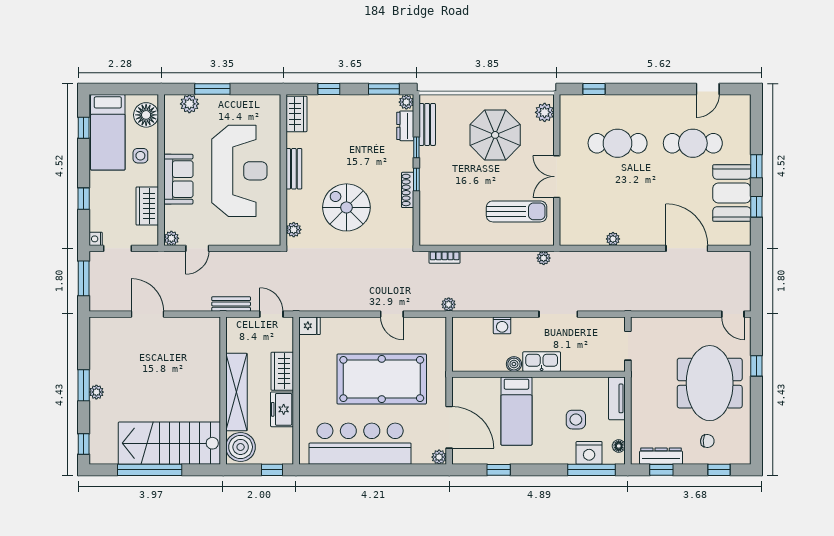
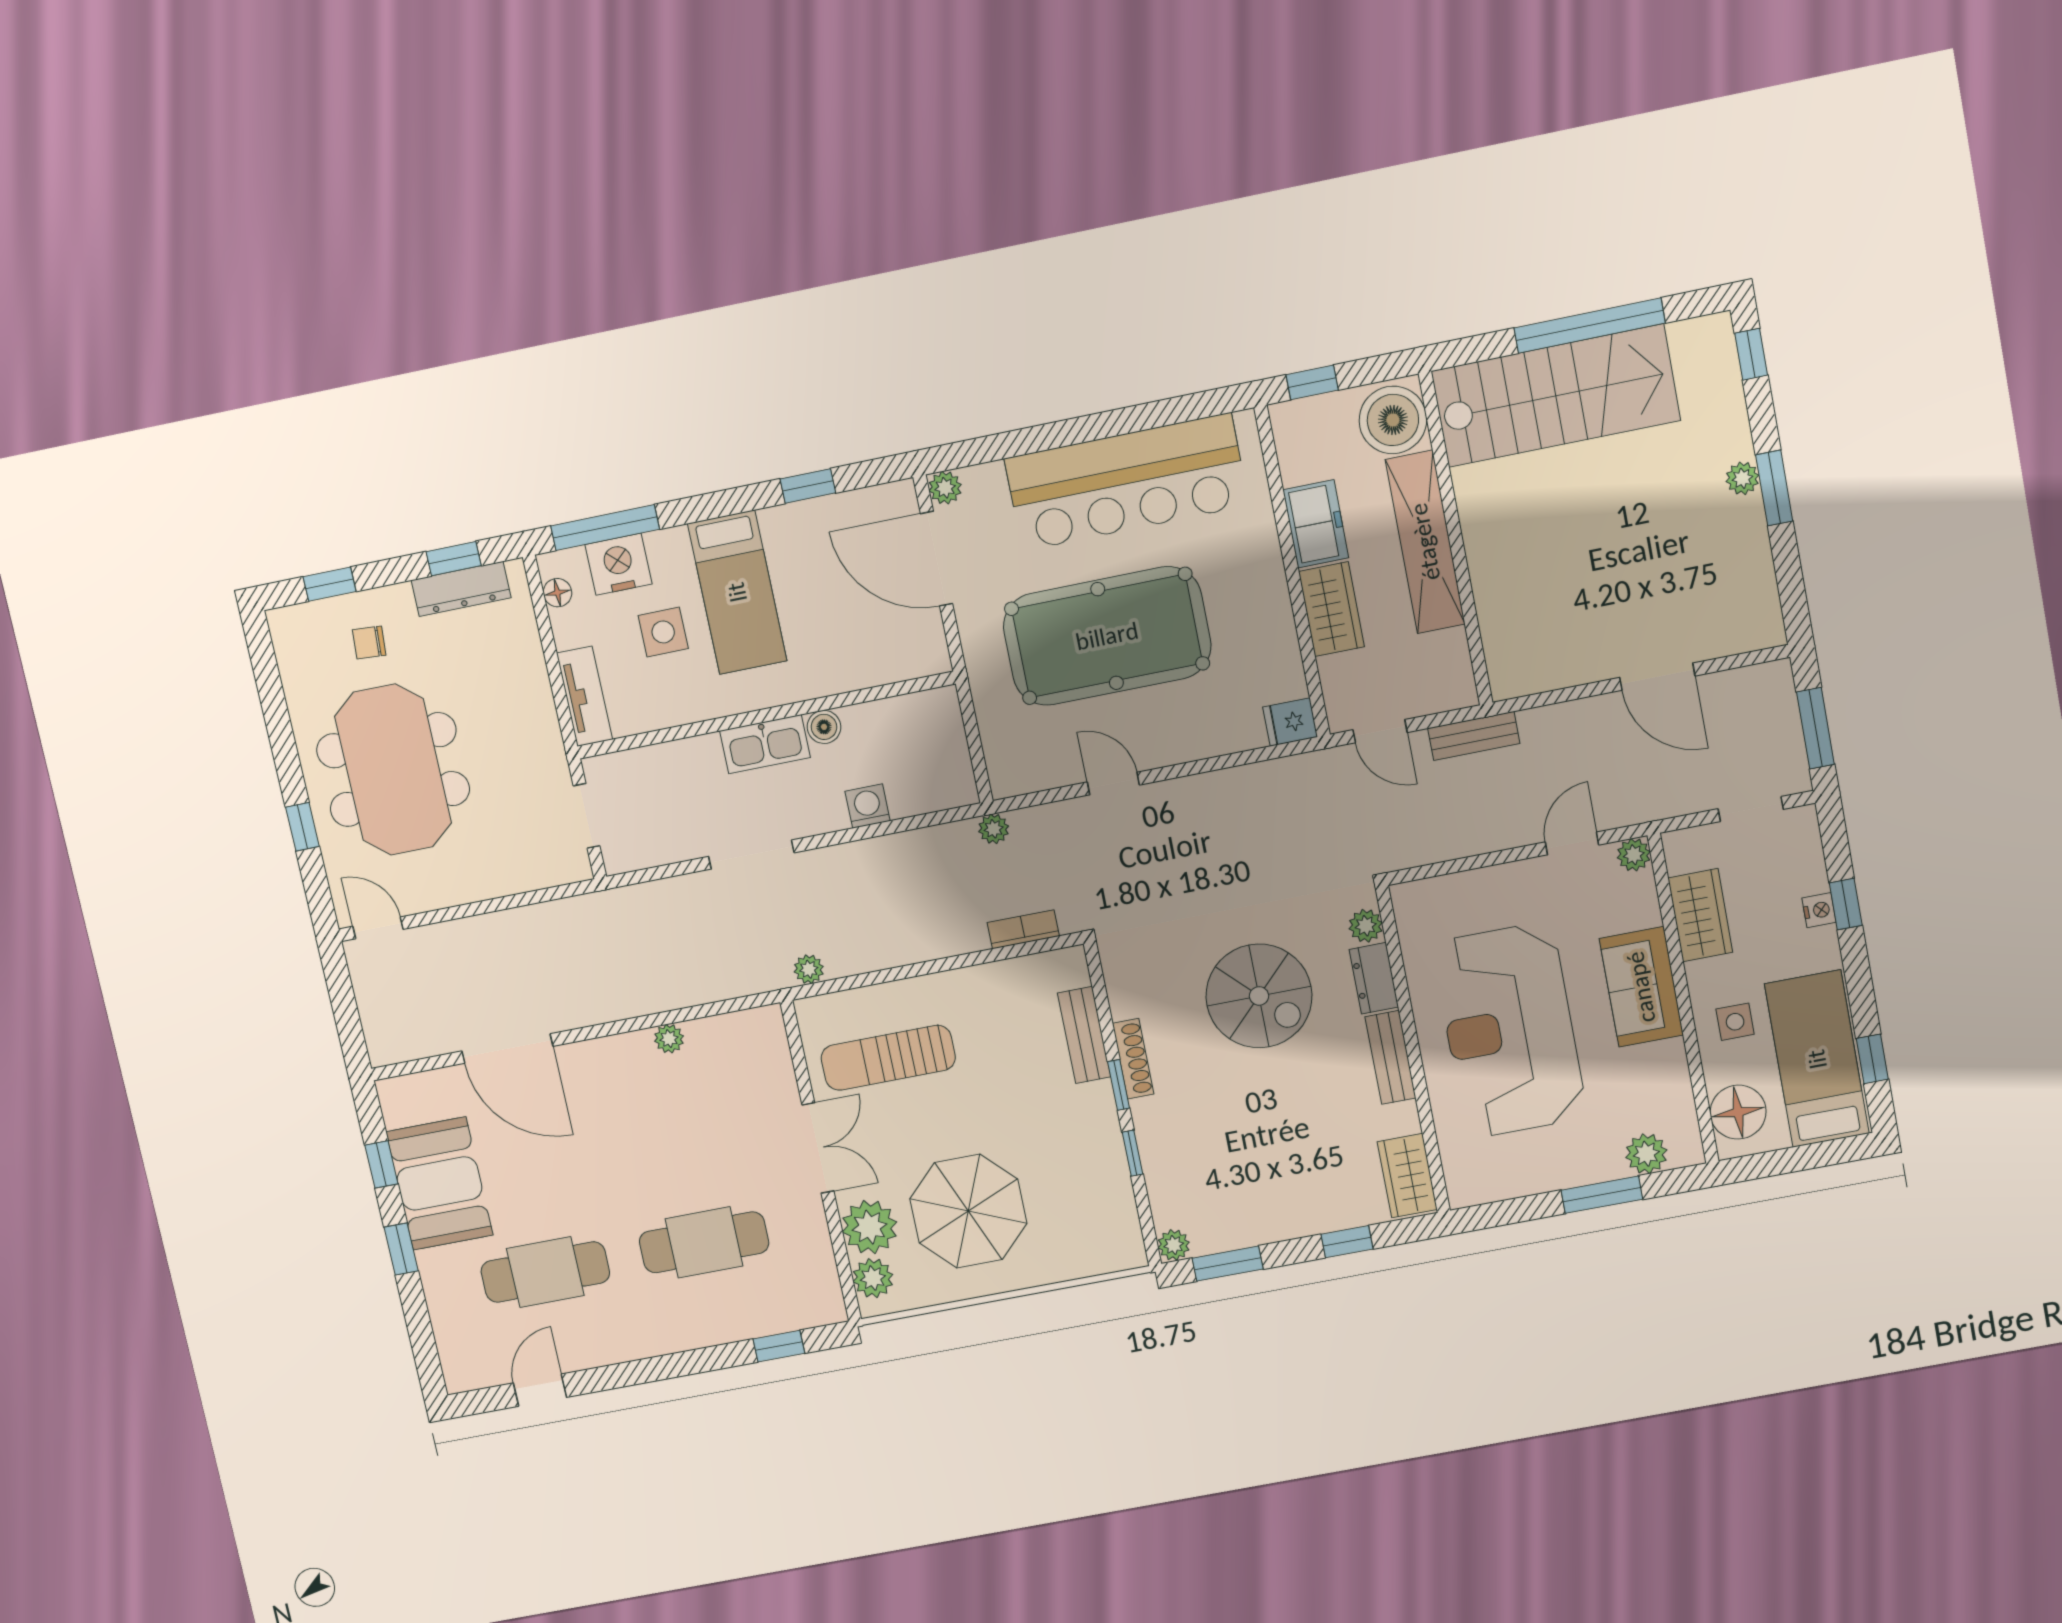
bench: (427, 124) -> (1084, 1035), moved
dresser: (405, 126) -> (1374, 978), moved, turned 180
plant: (541, 136) -> (869, 1227), added
nightstand: (96, 239) -> (1819, 910), moved
bed: (516, 411) -> (737, 592), moved, turned 180

